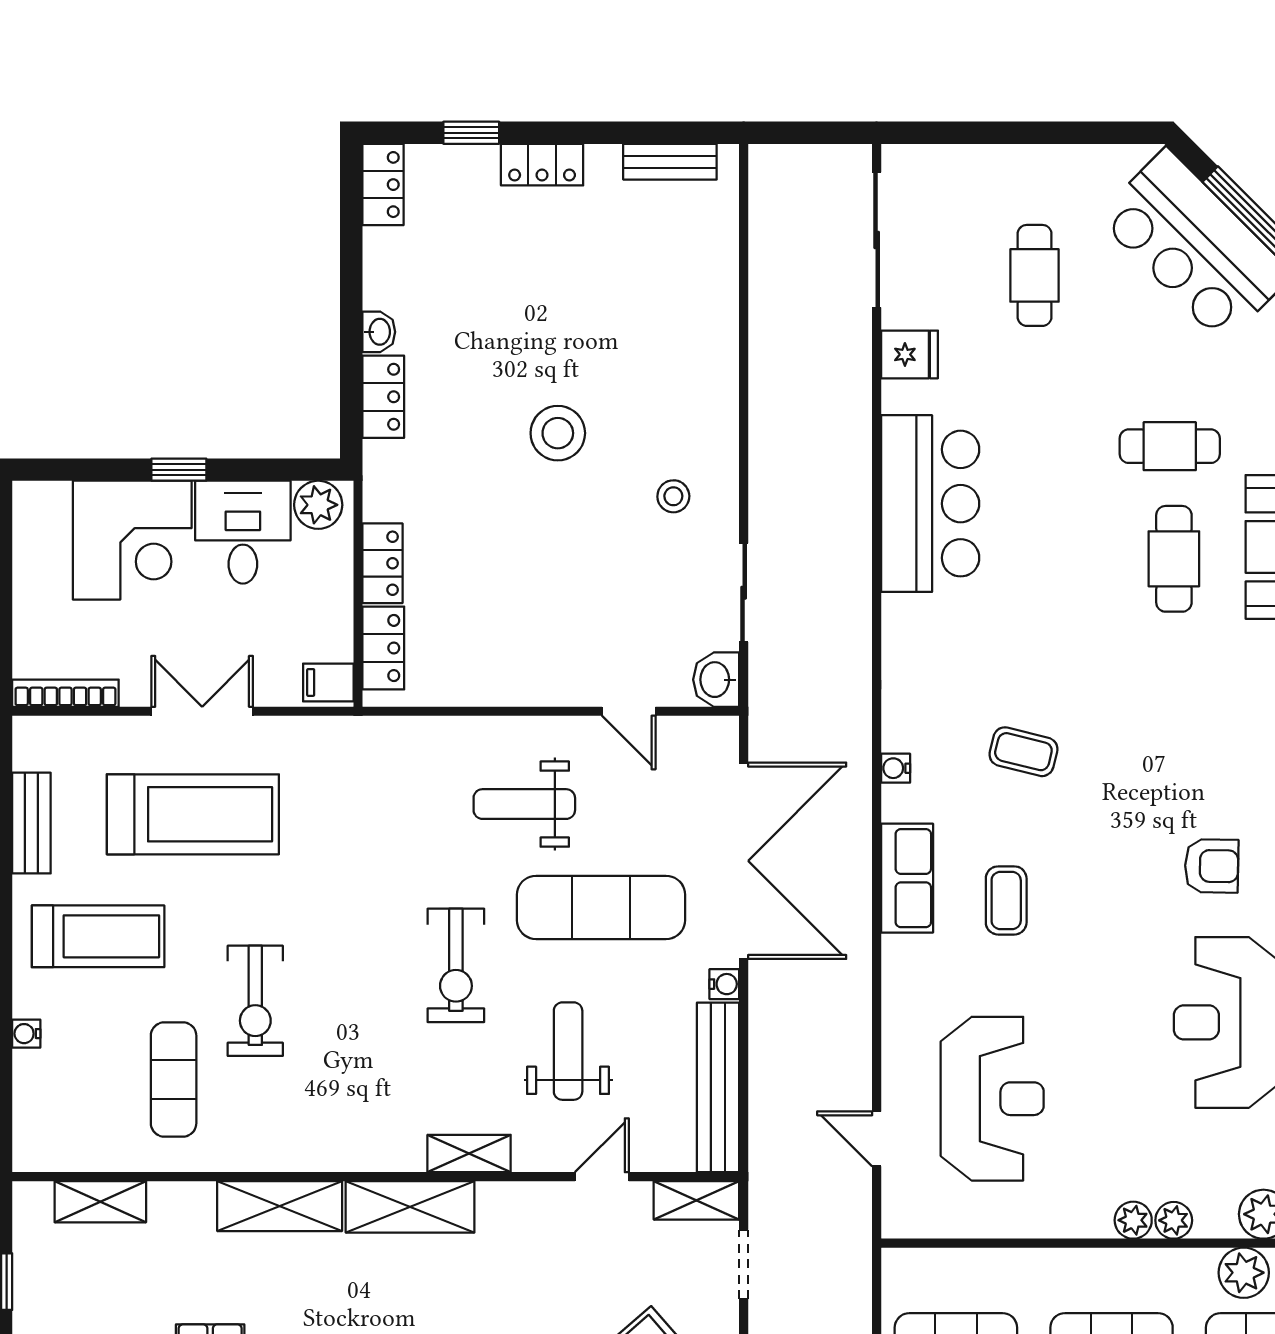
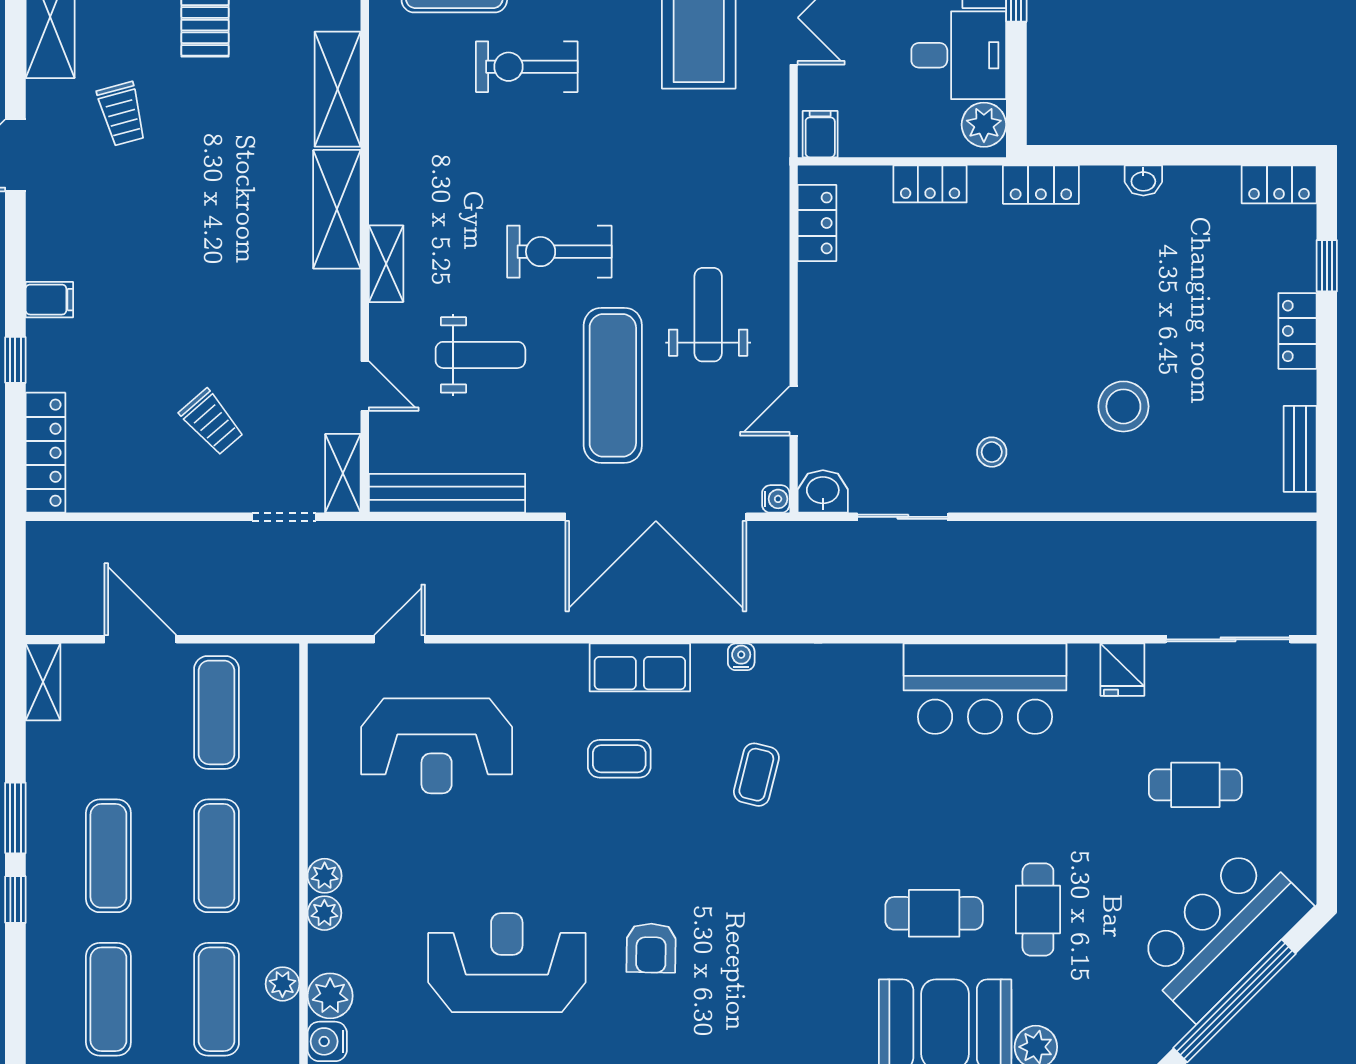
locker: (383, 397) -> (1041, 185), moved
stool: (558, 433) -> (1123, 406), moved
locker: (383, 648) -> (817, 223), moved, turned -90
water cooler: (724, 984) -> (776, 499), moved, turned -90
plant: (1244, 1273) -> (282, 984), width x0.73, depth x0.73

